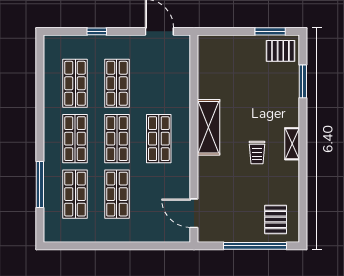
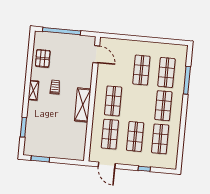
pallet: (280, 51) -> (35, 147), removed
shop shelf: (117, 139) -> (110, 134), moved
pallet: (276, 220) -> (43, 58), moved

